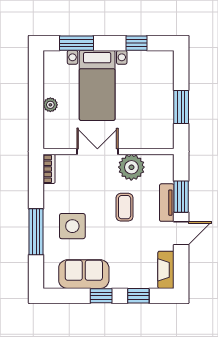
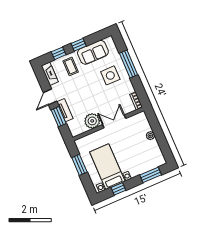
bed with nightstands: (97, 85) -> (107, 167), moved
double door: (97, 152) -> (114, 121), swing flipped
coffee table: (125, 207) -> (71, 66), moved

